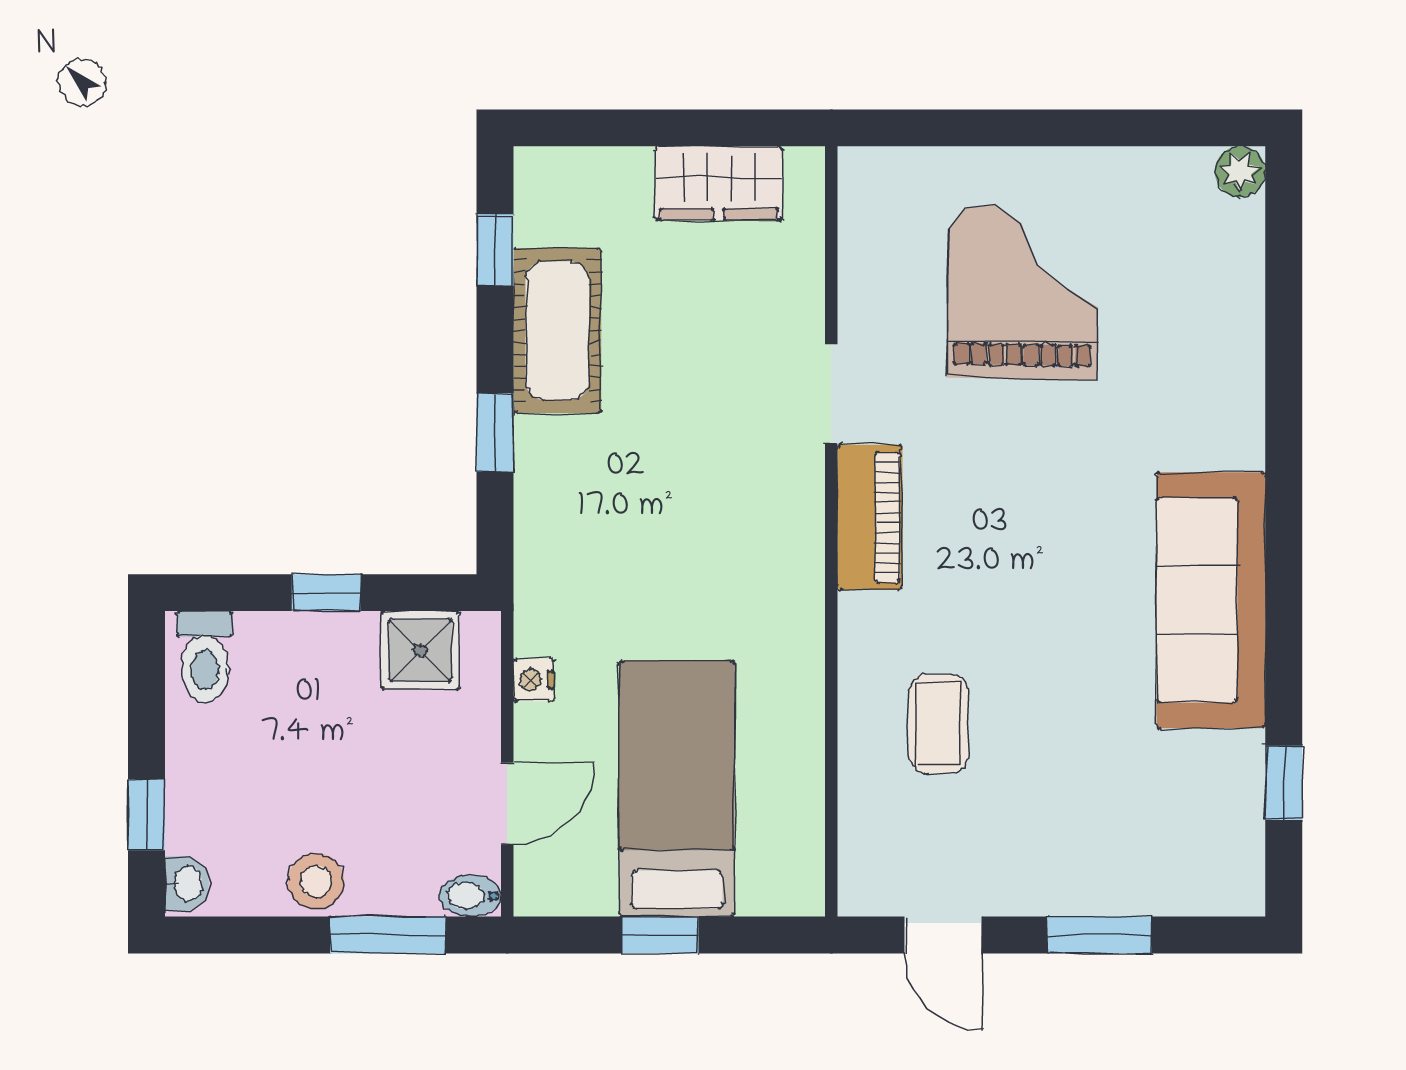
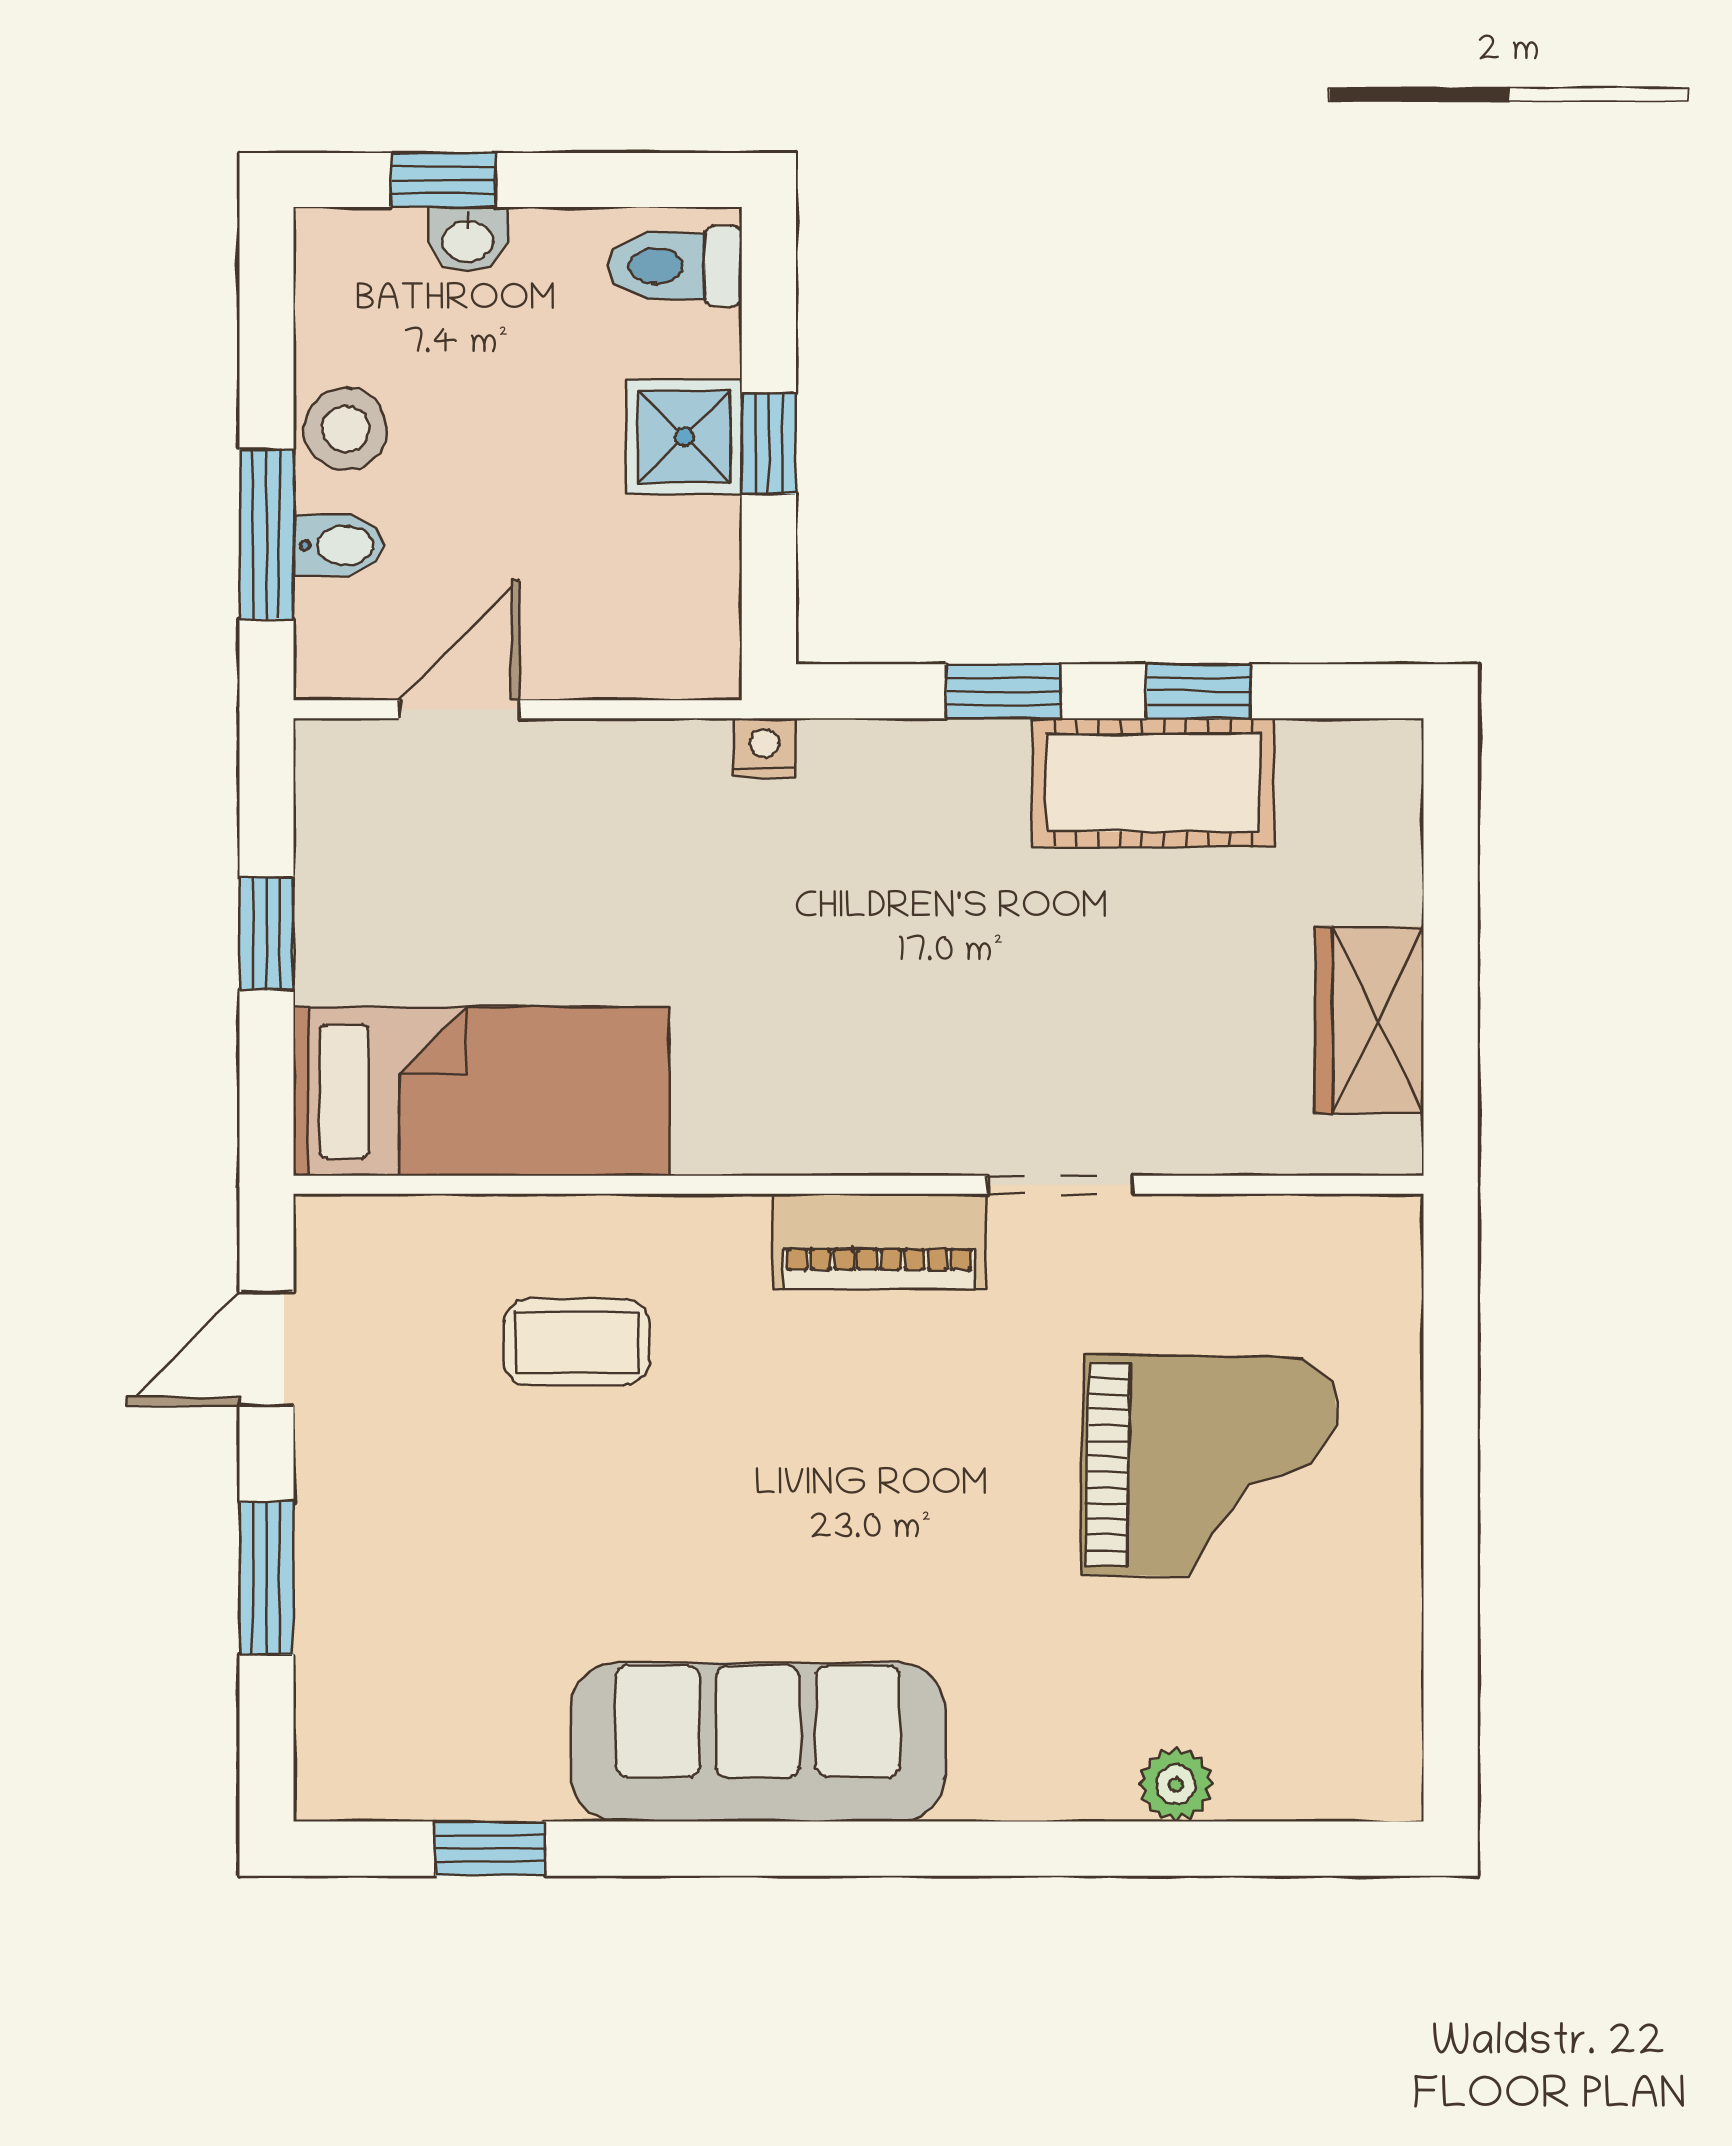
plant: (1240, 172) -> (1176, 1785), moved
window: (495, 250) -> (1198, 691), moved
shower: (420, 650) -> (684, 437), moved
nightstand: (533, 680) -> (764, 748), moved
bed: (677, 789) -> (481, 1091), moved
door: (507, 803) -> (459, 709), swing flipped
washbasin: (187, 884) -> (468, 239), moved
bidet: (470, 896) -> (338, 545), moved, turned 90

